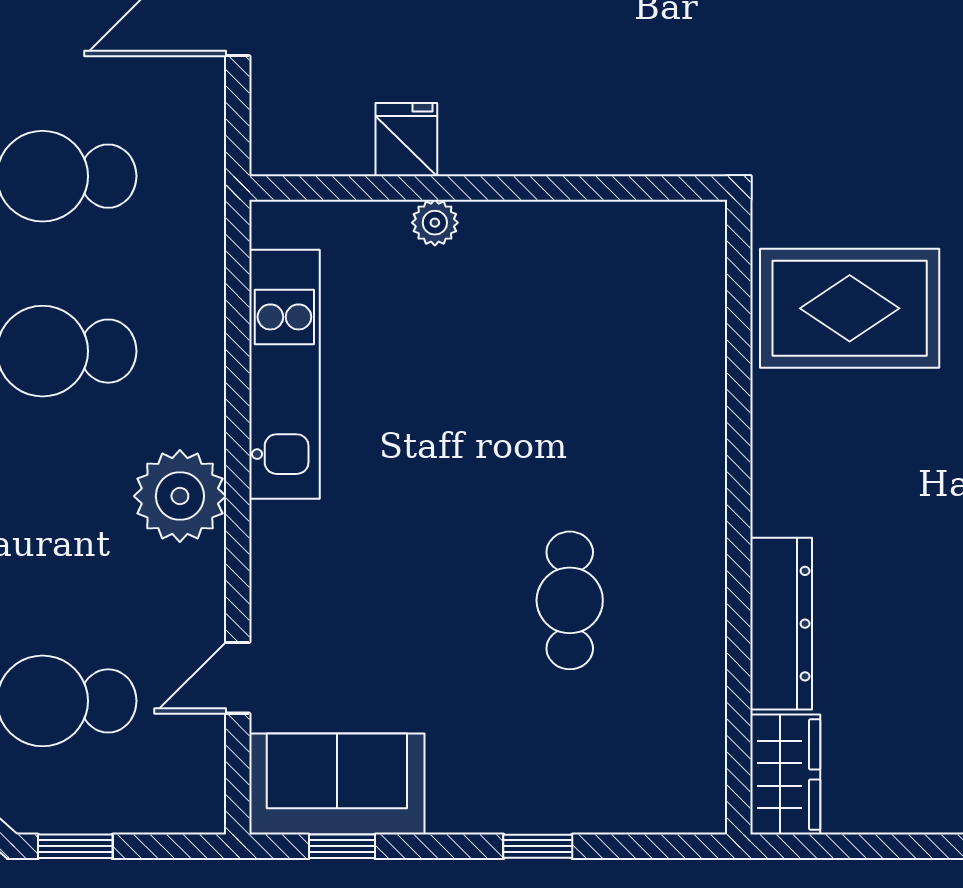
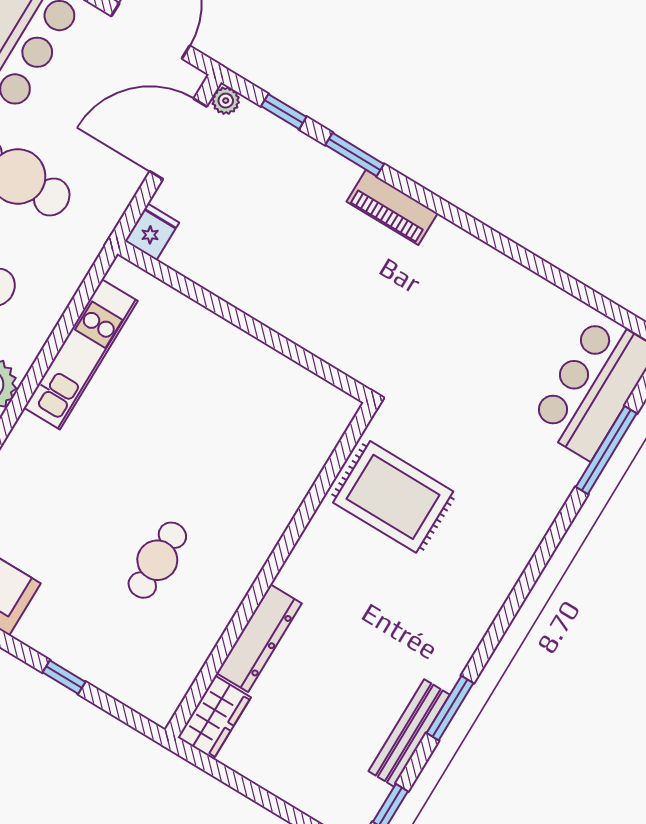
fridge: (406, 140) -> (152, 232), moved
plant: (435, 223) -> (206, 323), removed

